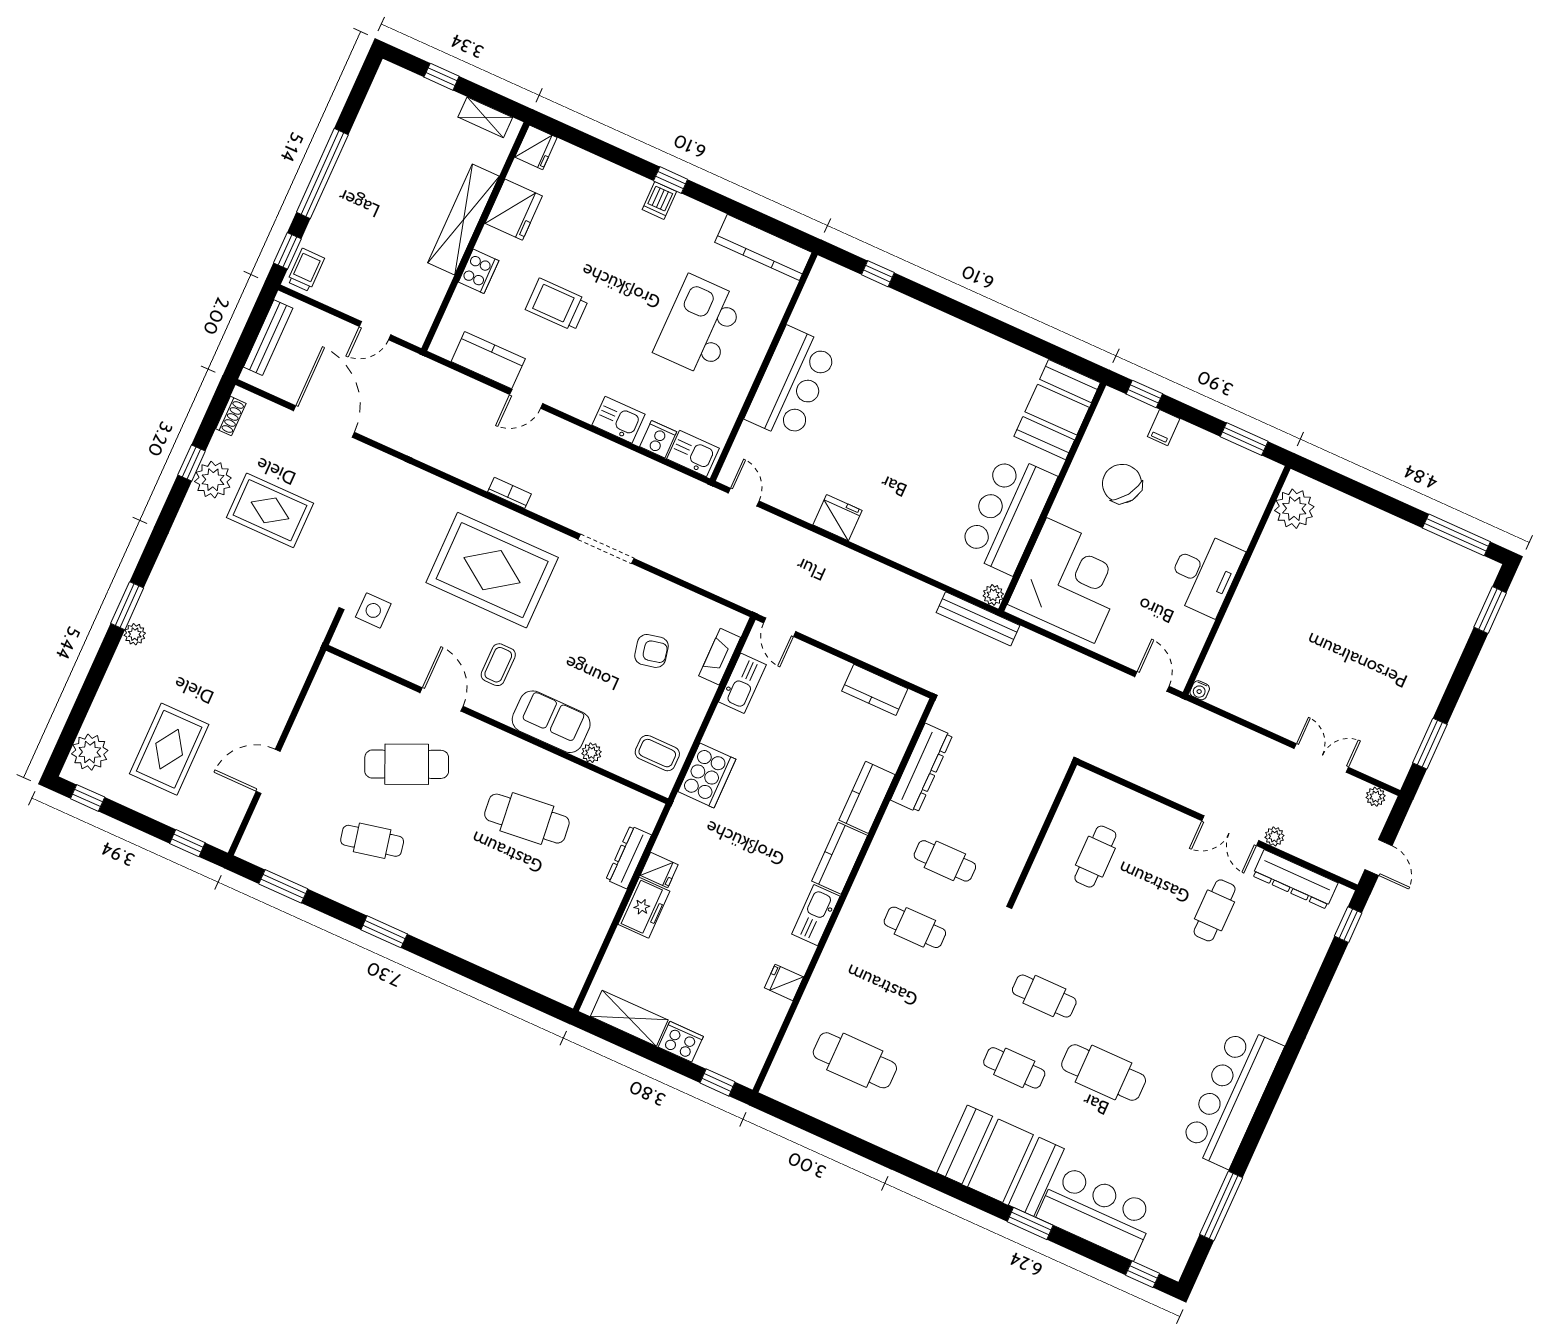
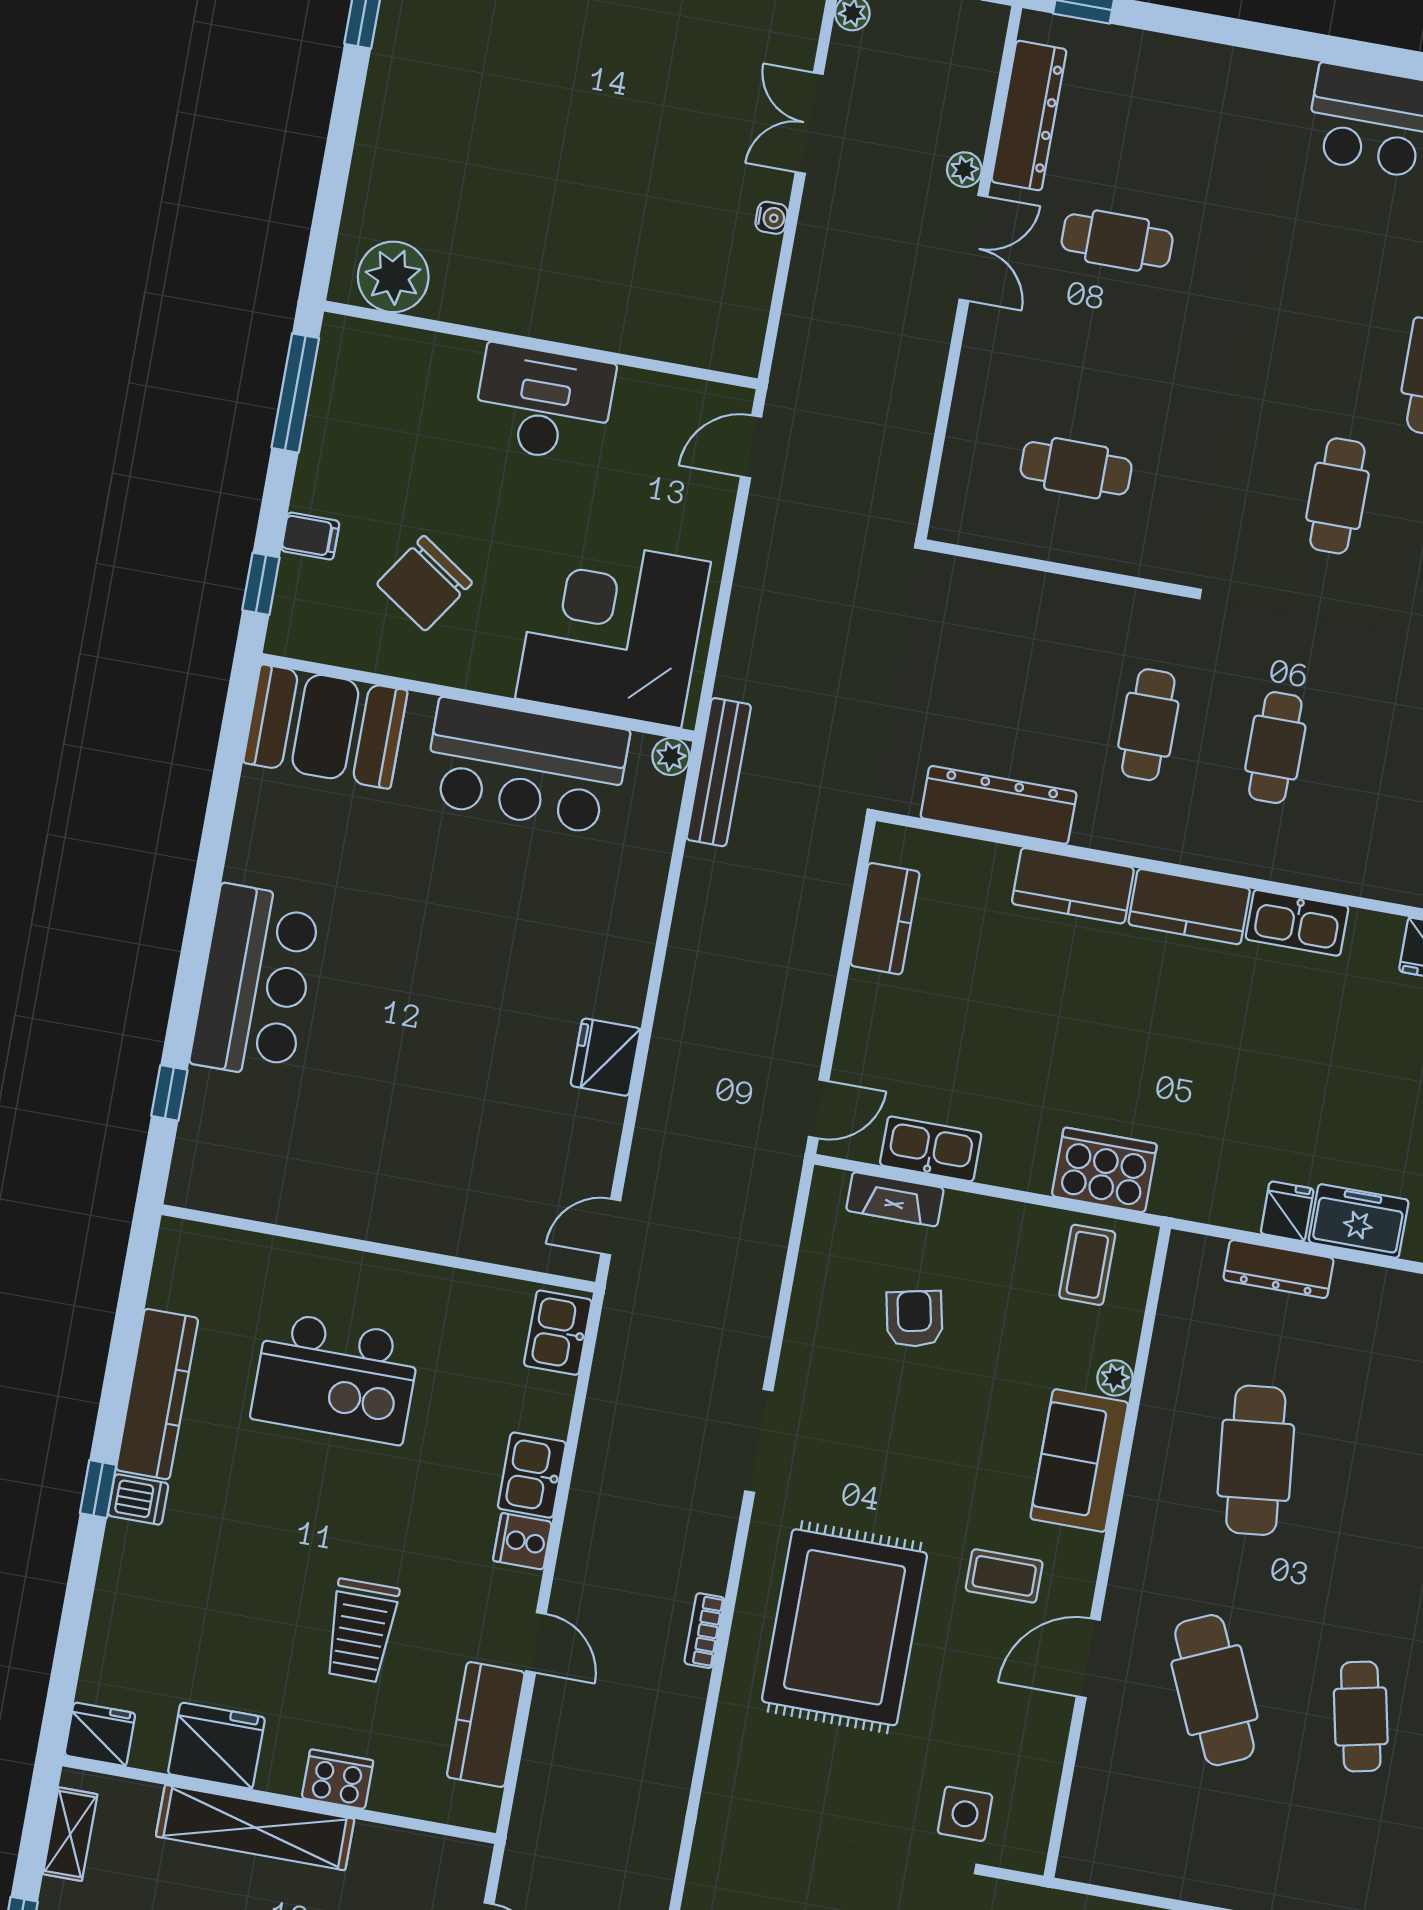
kitchen counter: (763, 247) -> (157, 1394), moved
bar counter: (791, 384) -> (255, 982), moved, turned 90
cooker: (658, 439) -> (522, 1541), moved
window: (1244, 439) -> (295, 393), width x1.44
water cooler: (1200, 690) -> (771, 218), moved

